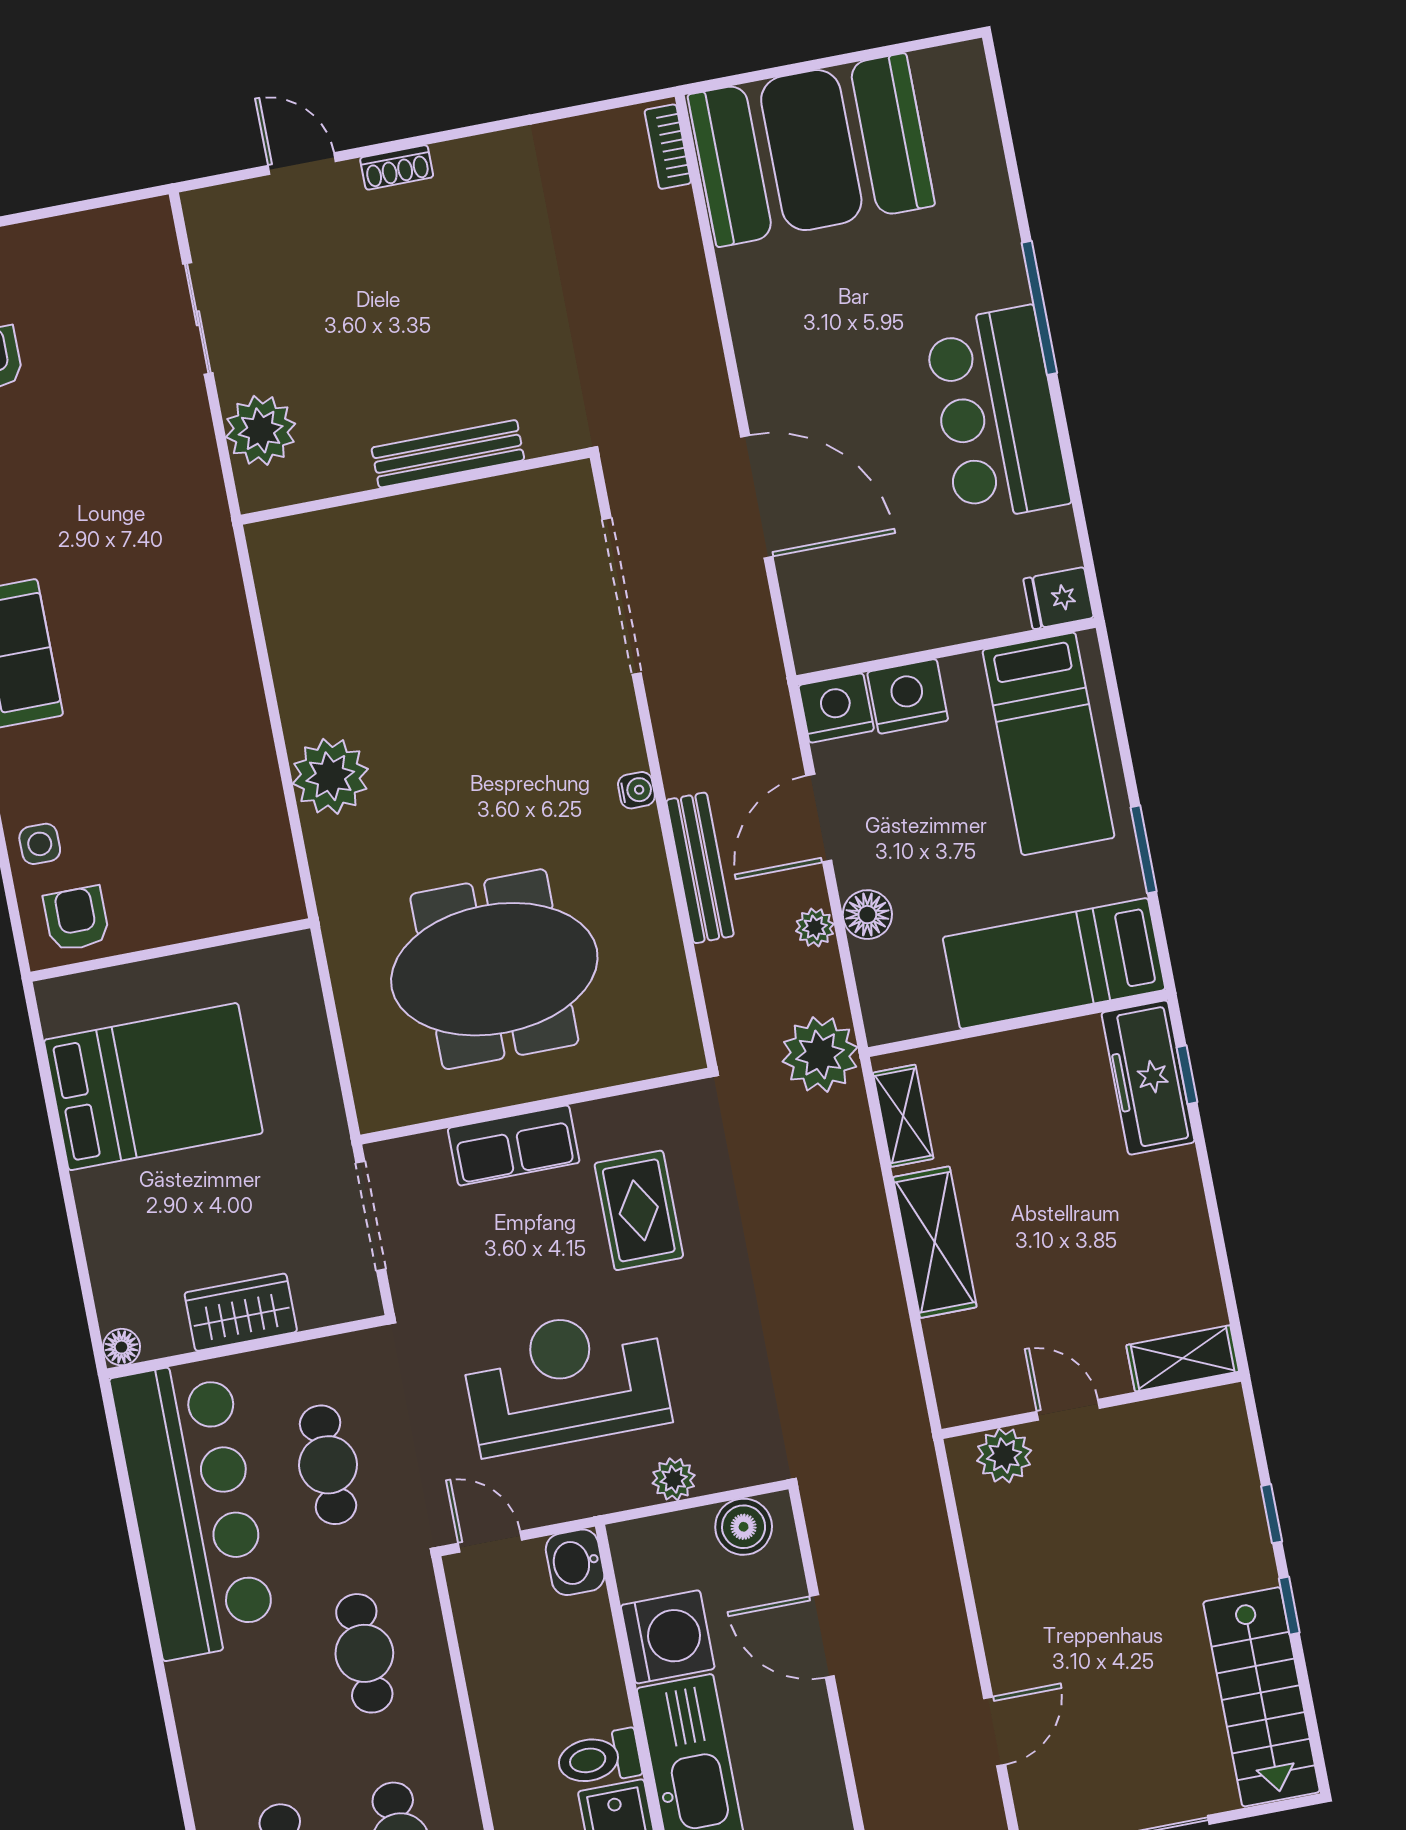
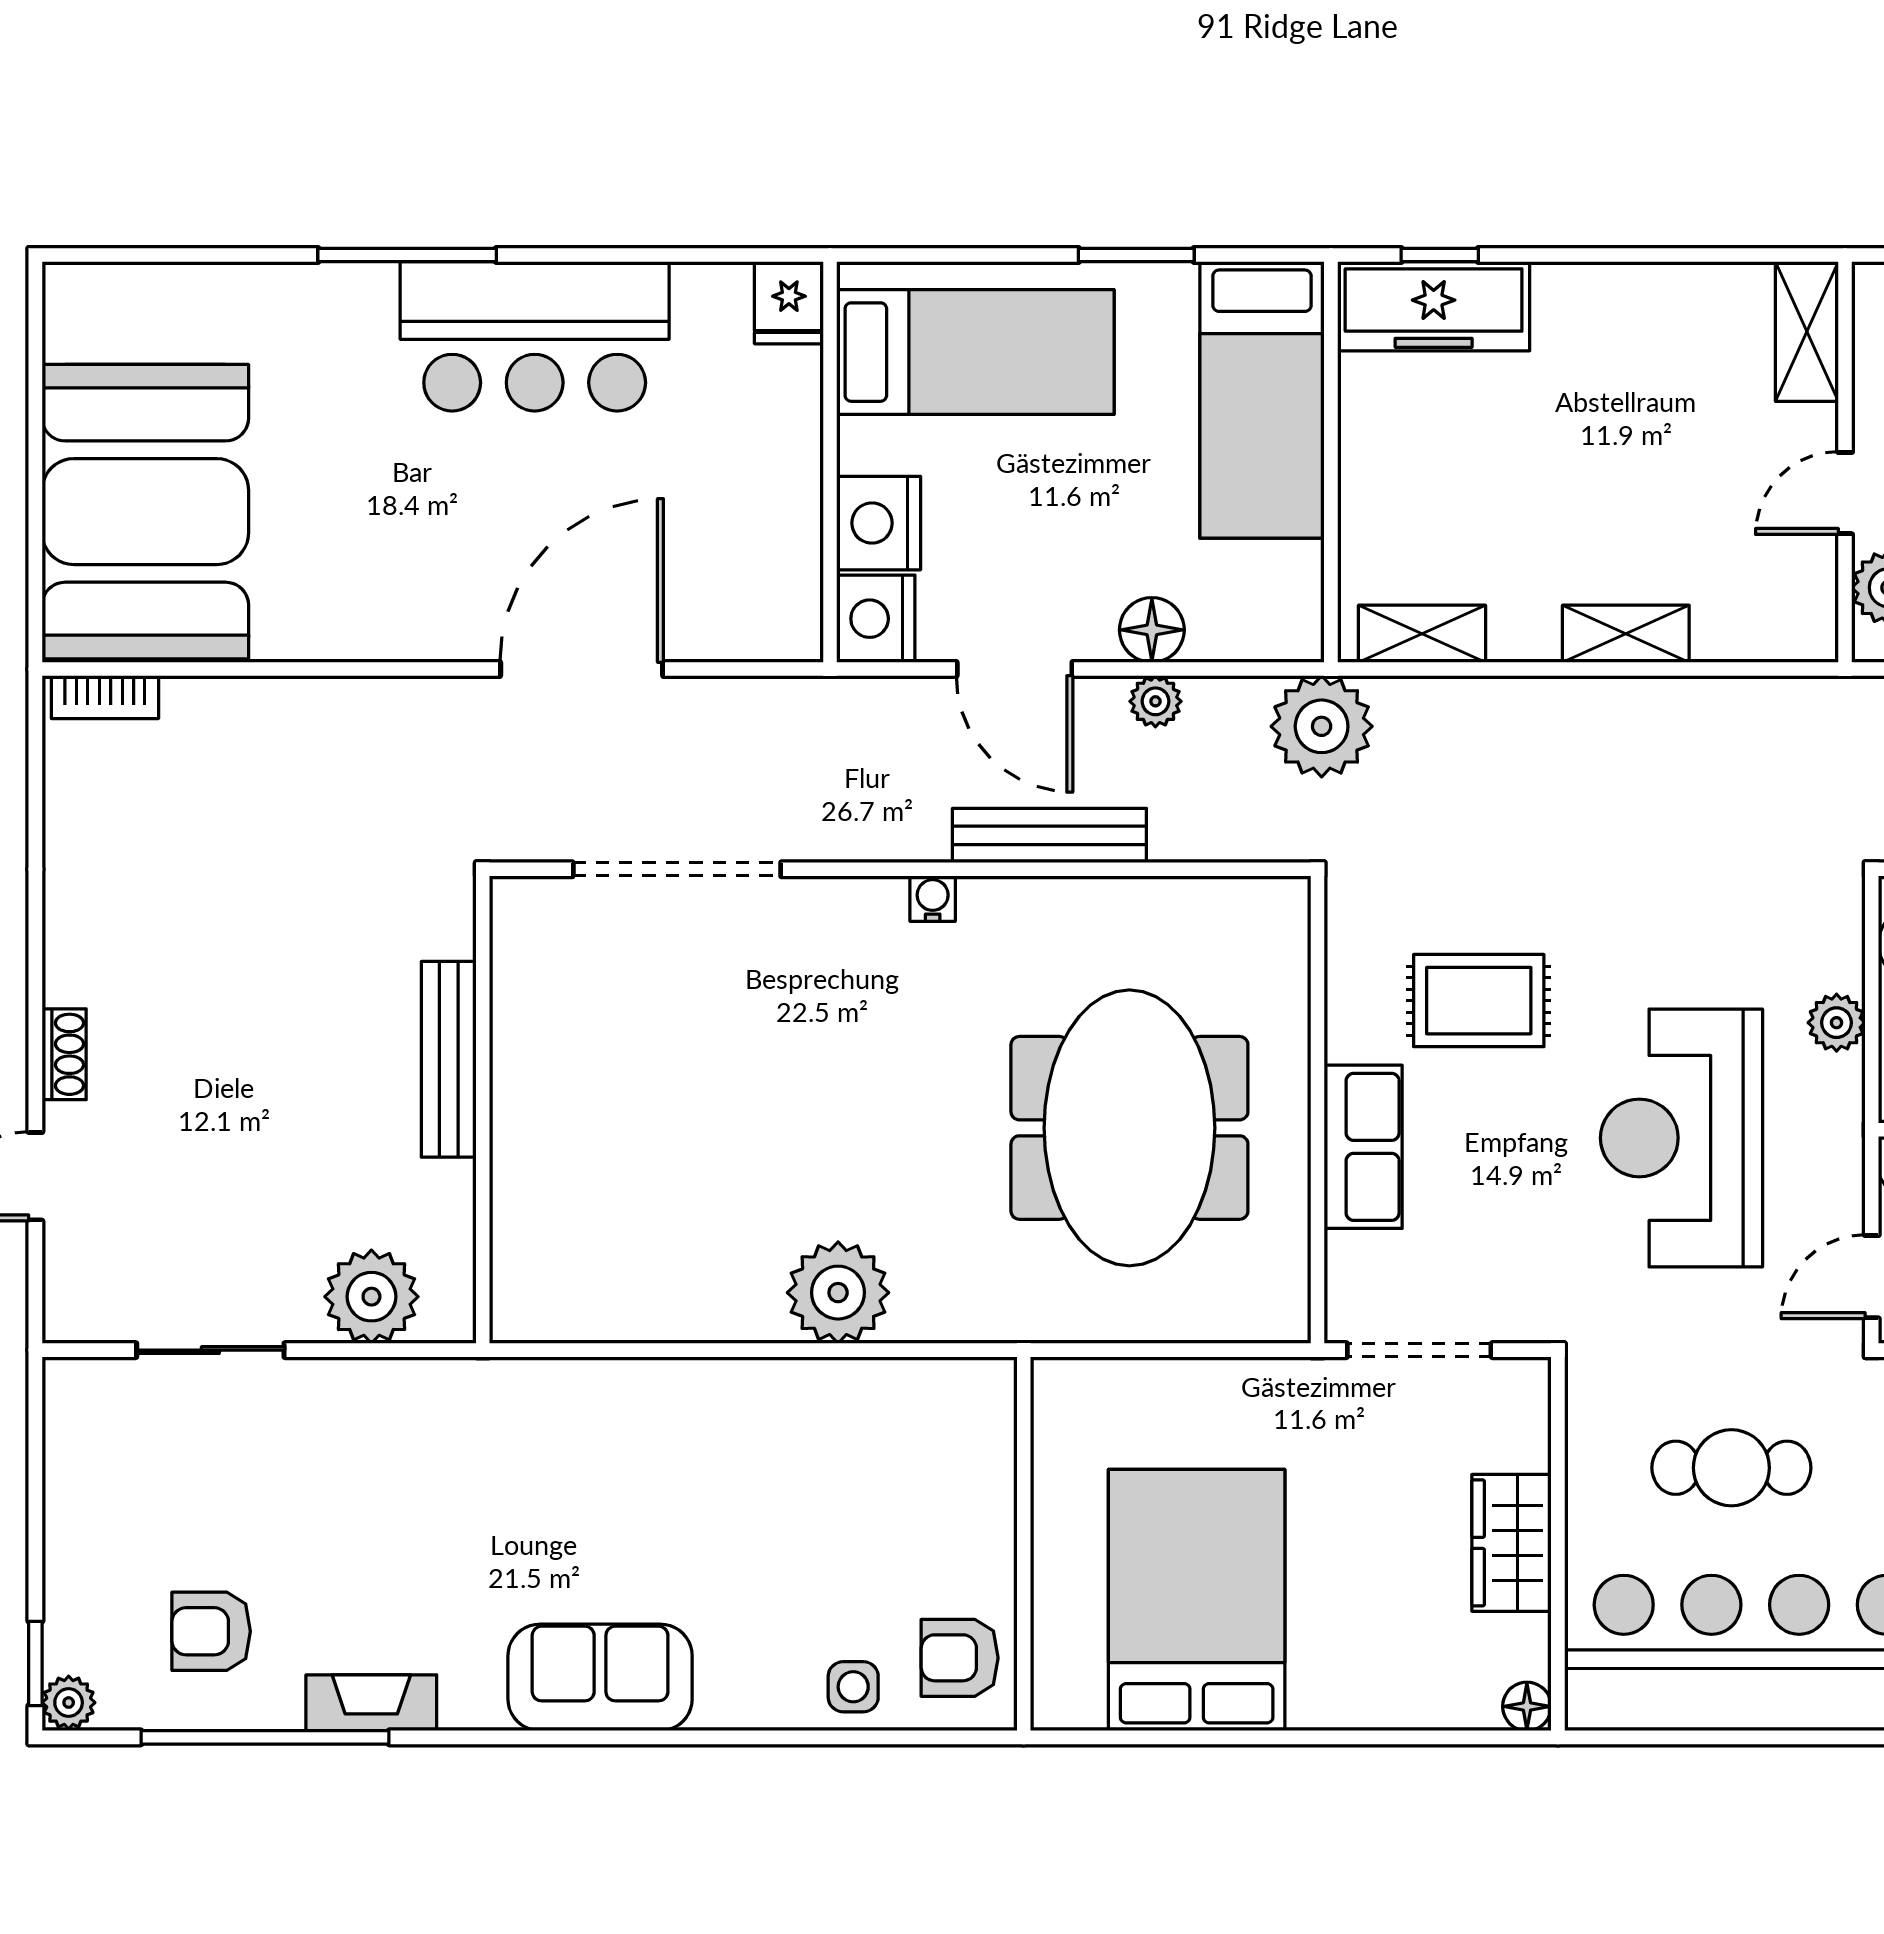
shelving: (935, 1242) -> (1626, 634), width x0.67, depth x0.75

